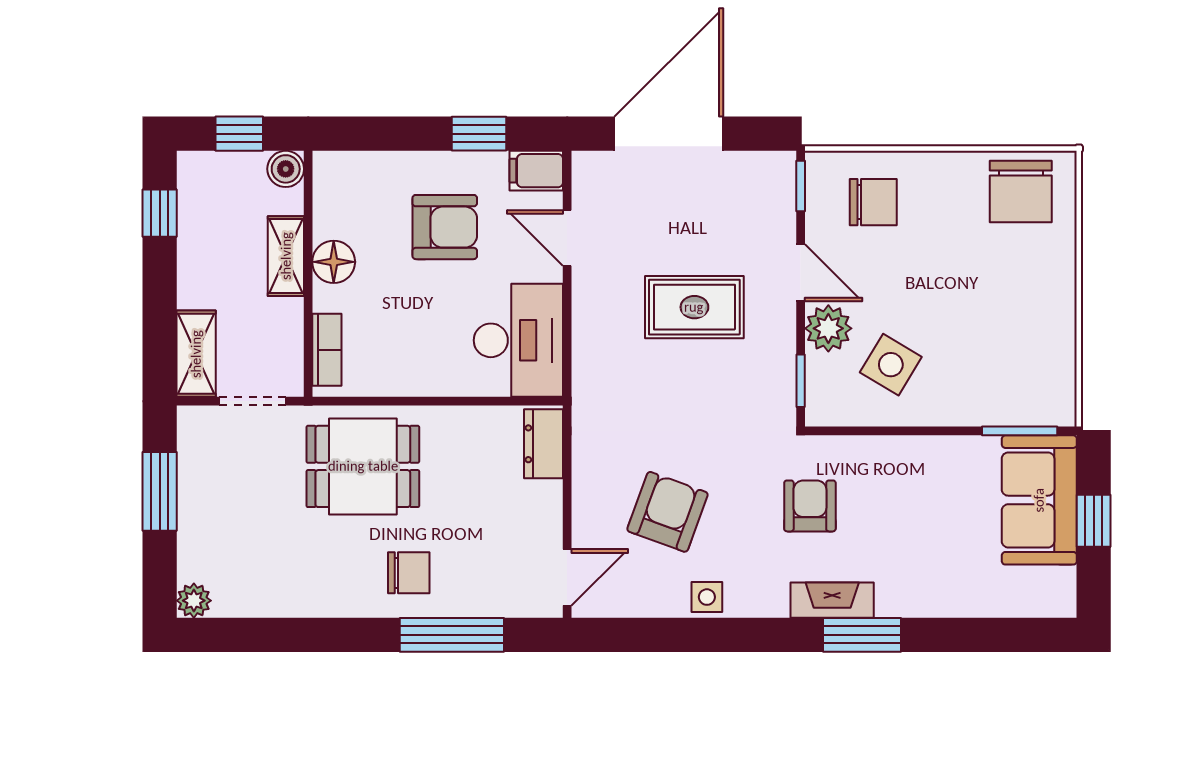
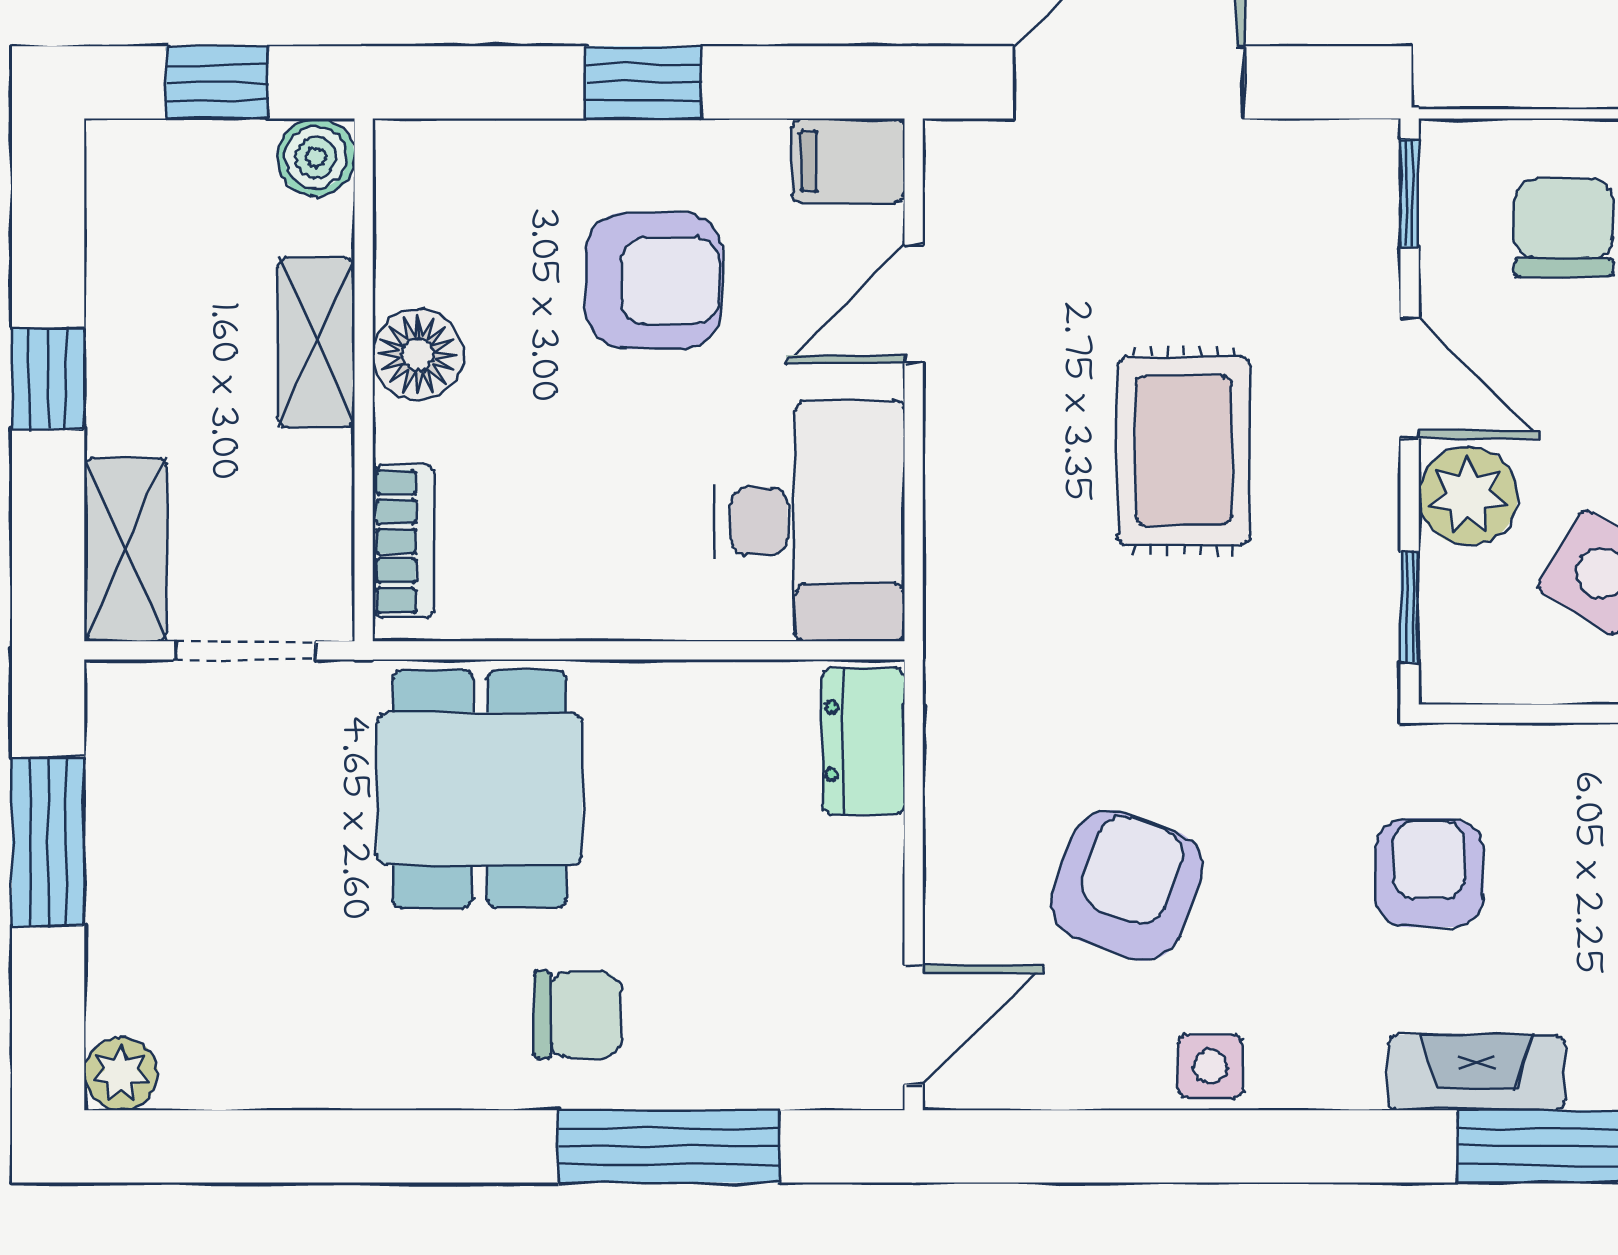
window: (479, 134) -> (643, 82), moved
chair: (873, 202) -> (1564, 228), turned -90
window: (160, 213) -> (48, 379), moved
door: (567, 238) -> (914, 304), hinge flipped
rug: (694, 307) -> (1184, 451), turned 90
dining table: (363, 466) -> (480, 789), turned 90

